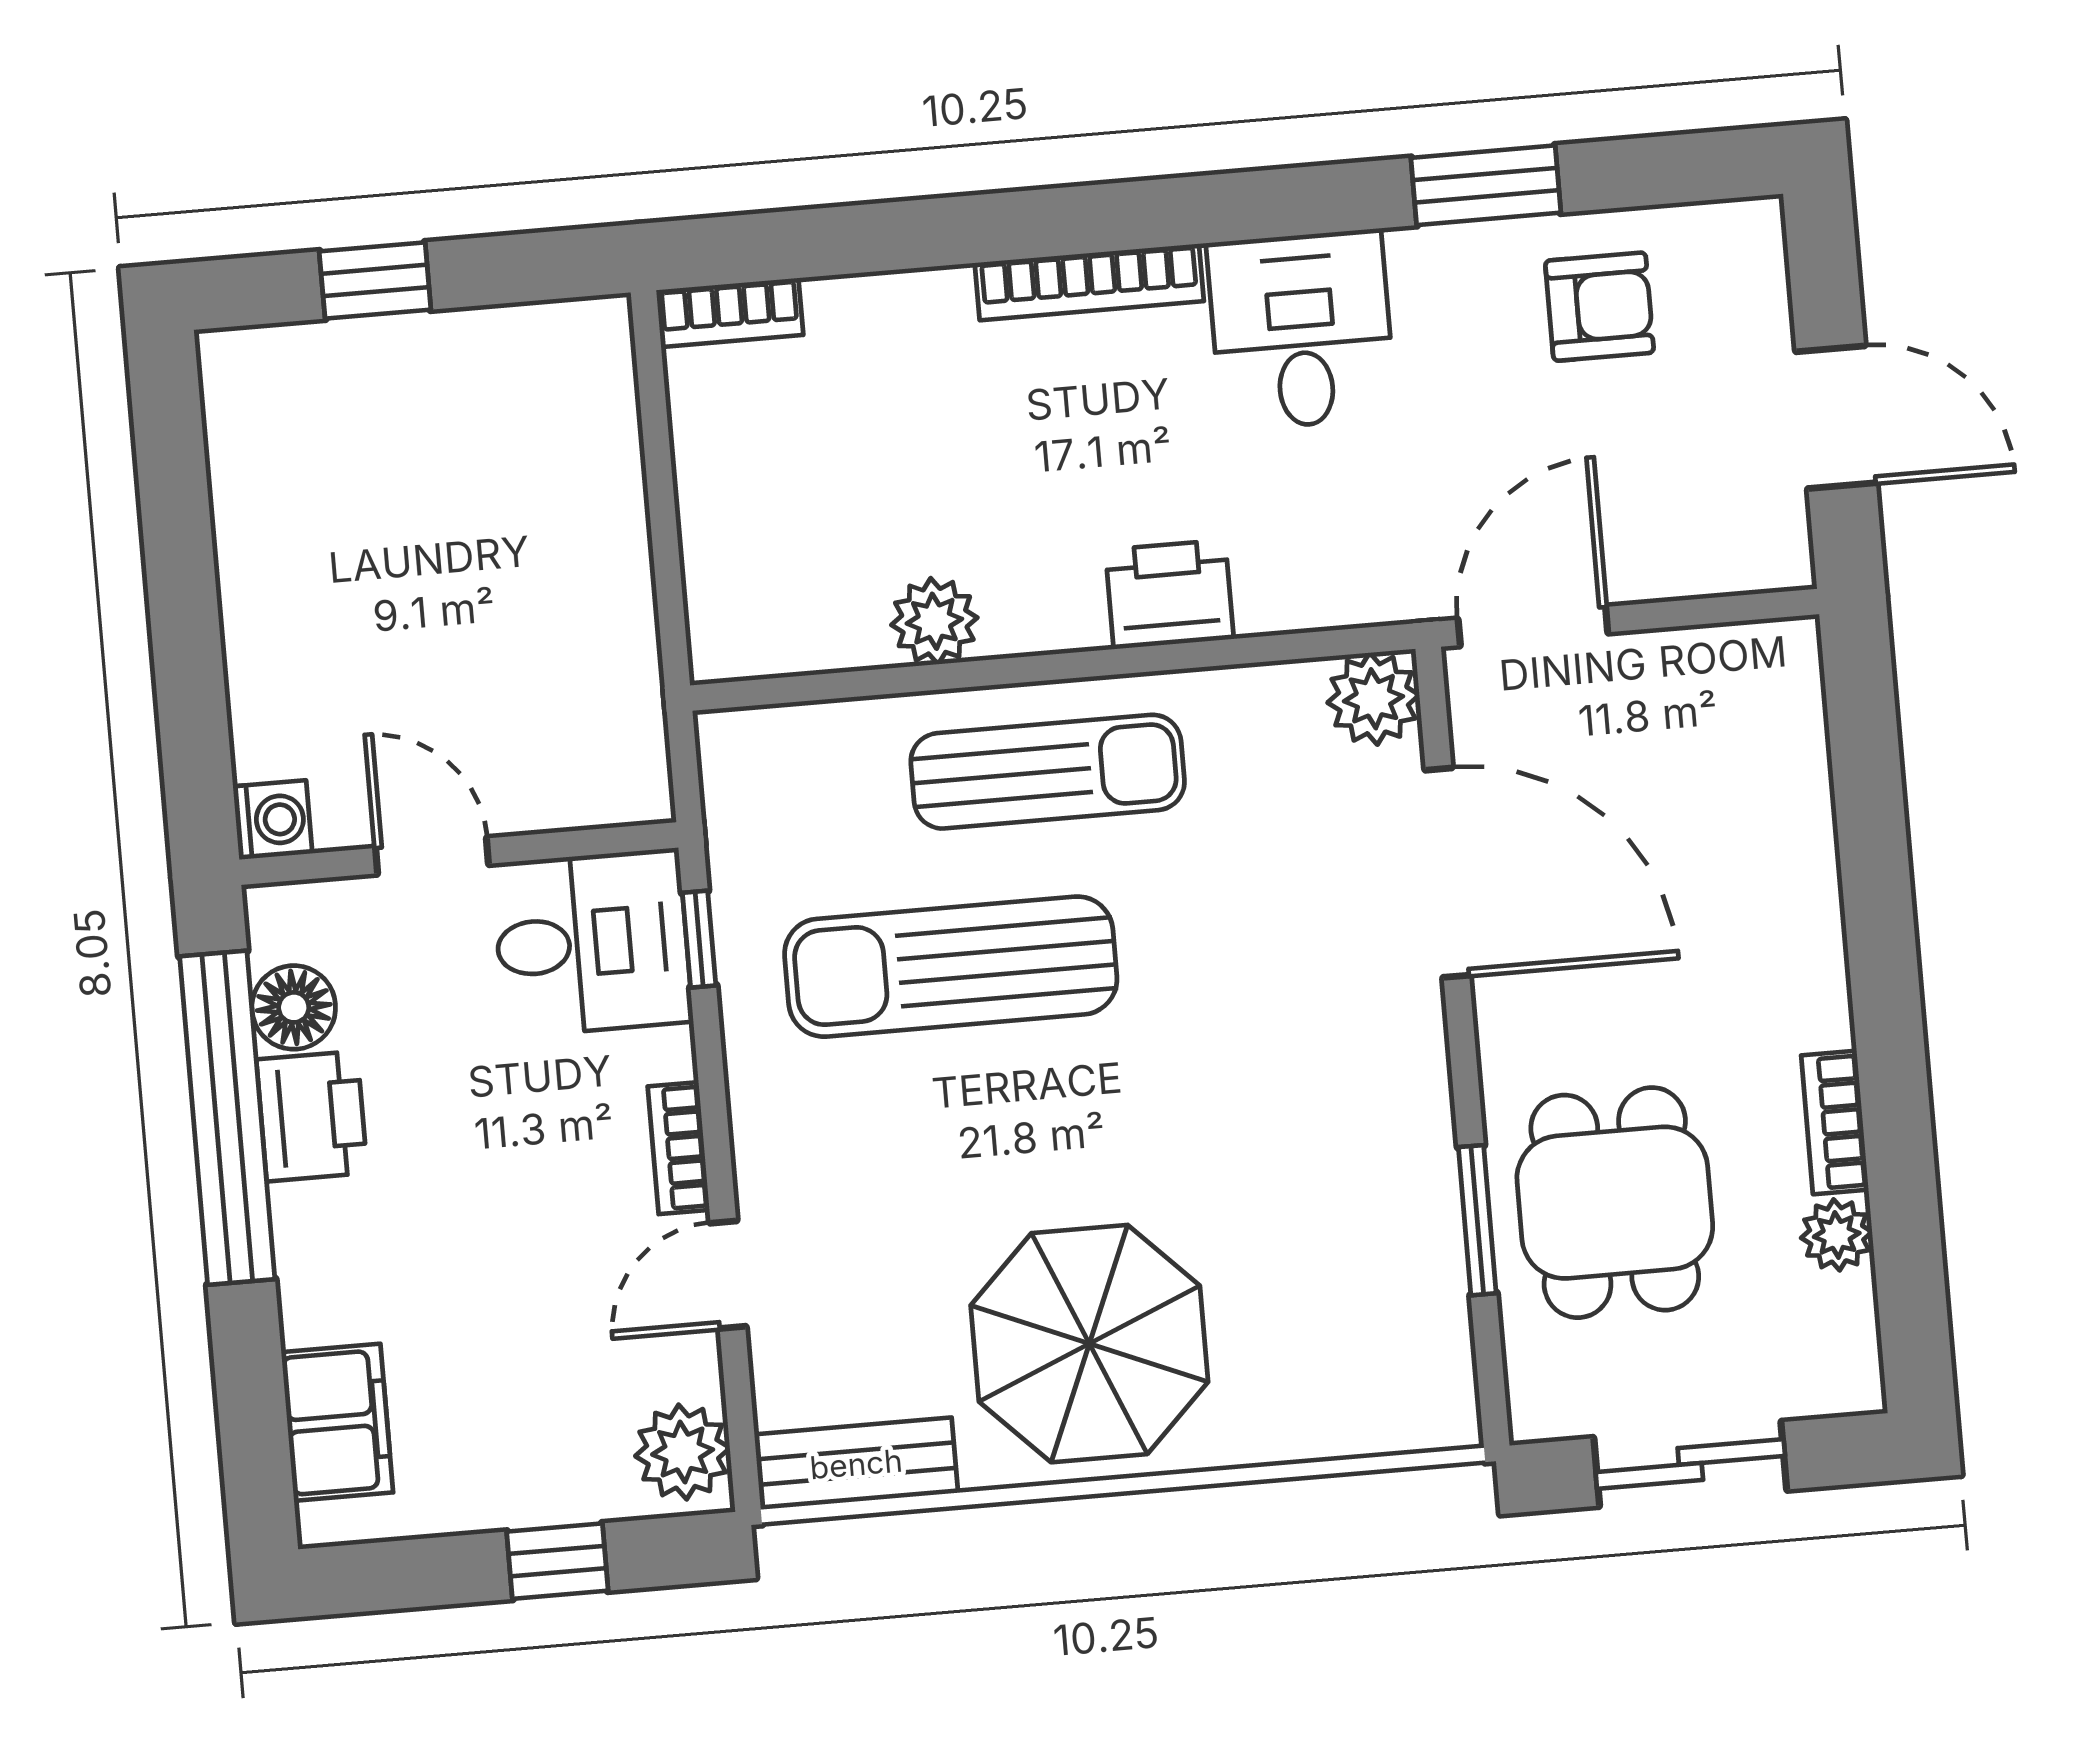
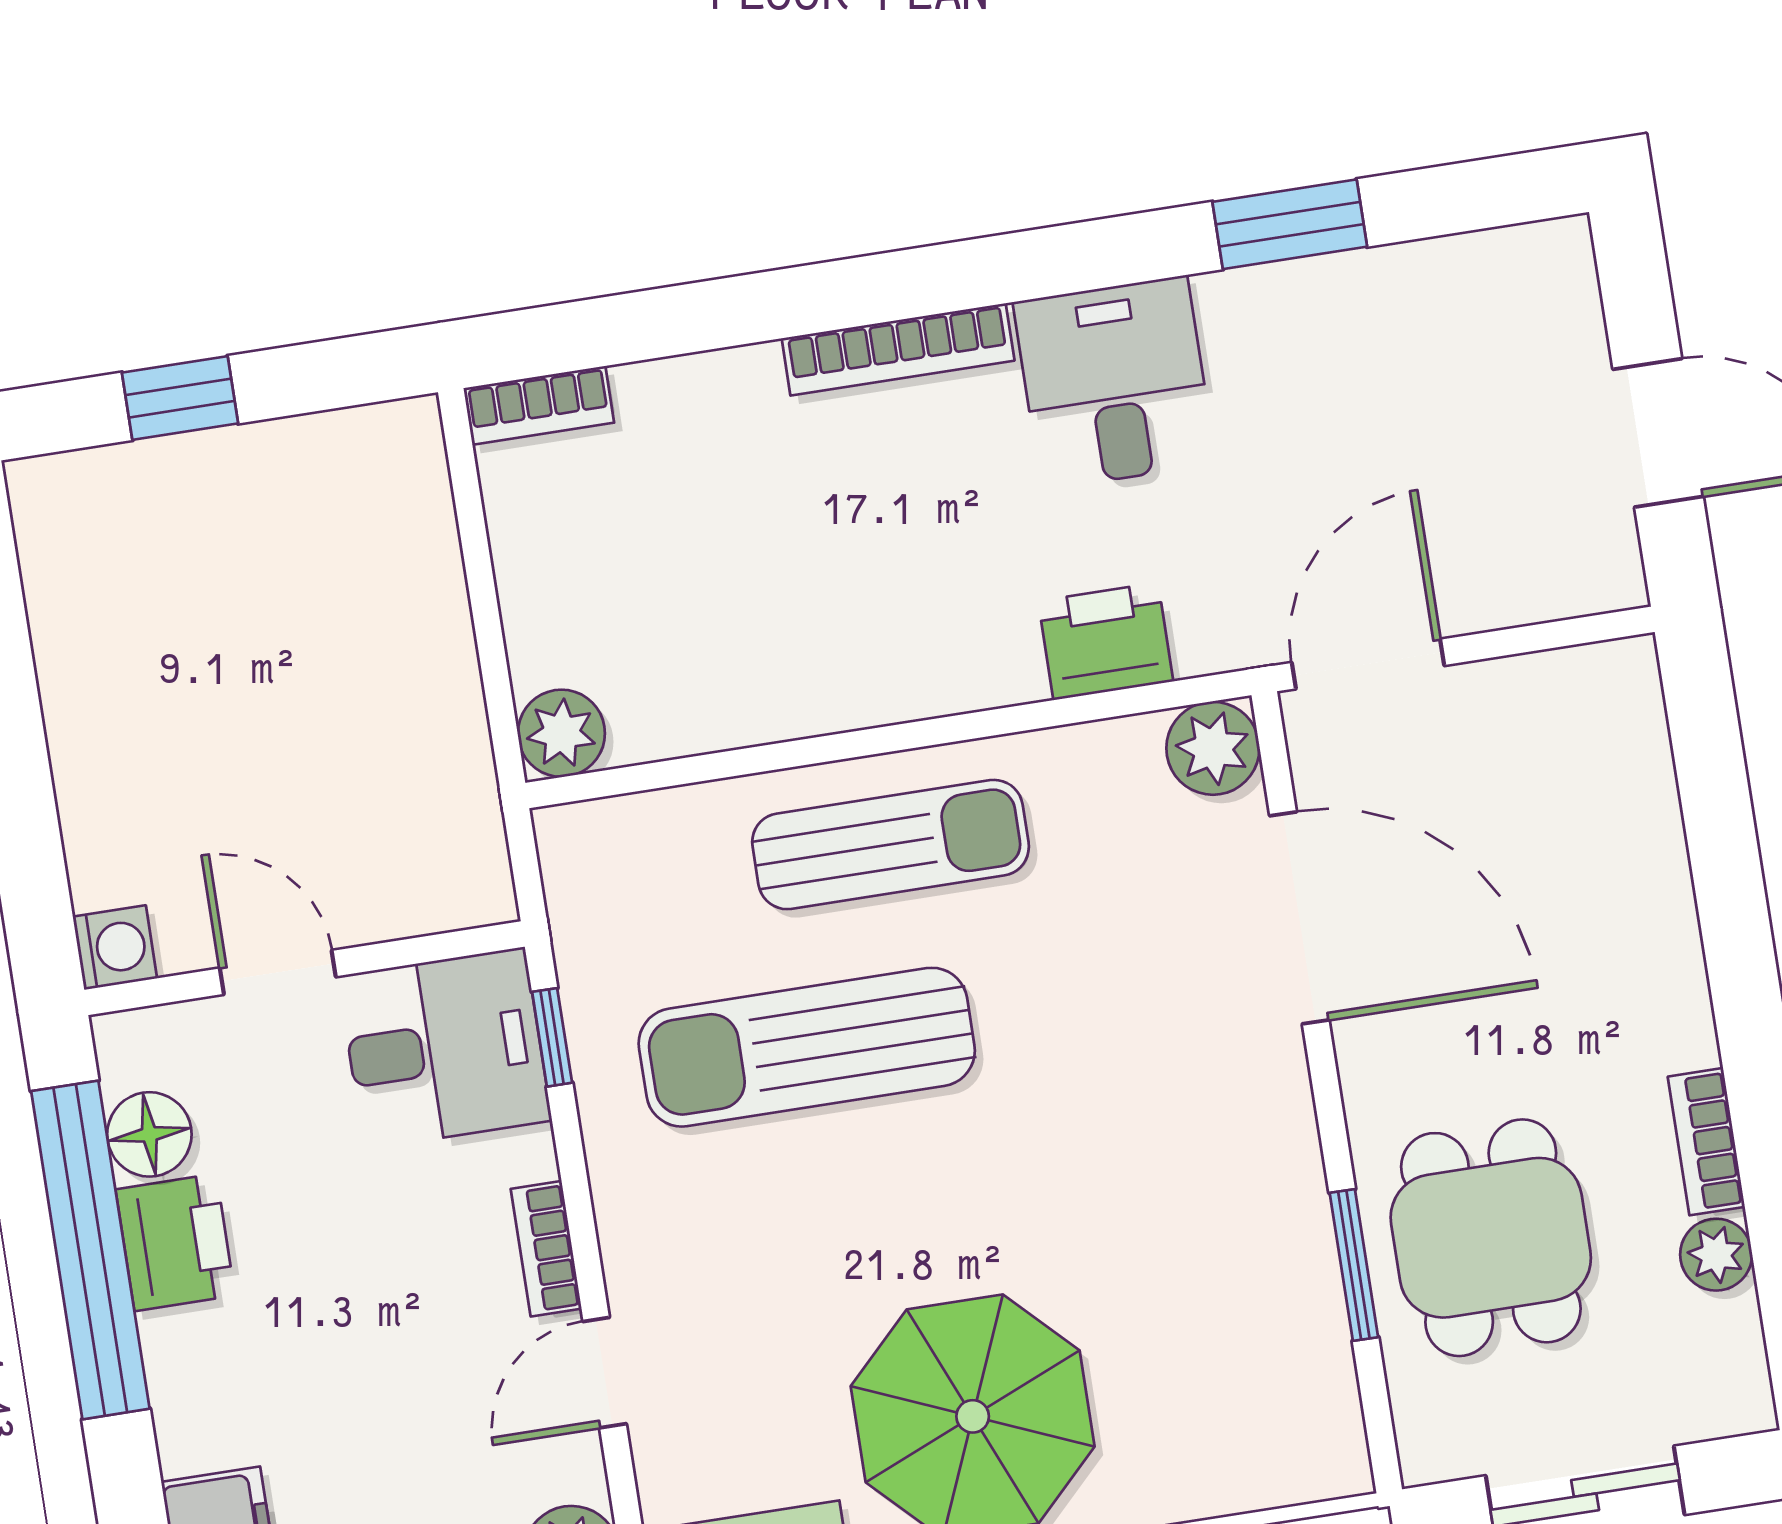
armchair: (1600, 307) -> (1413, 338), removed
printer: (1169, 594) -> (1106, 641), moved
plant: (934, 621) -> (561, 733), moved

